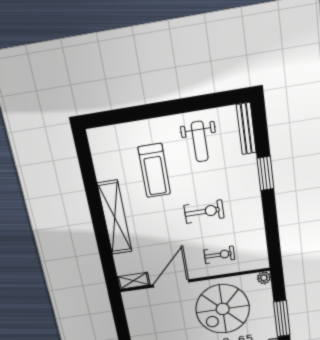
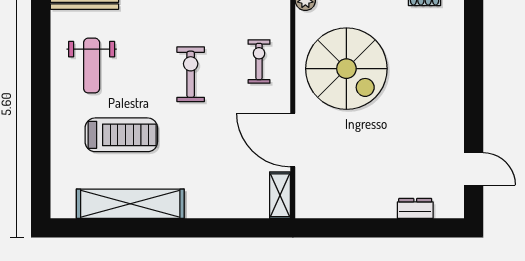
weight bench: (200, 142) -> (92, 66), turned 90
shelving: (115, 218) -> (130, 204), moved

